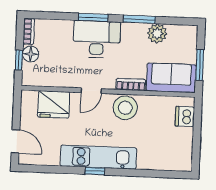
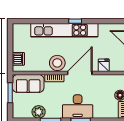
door: (91, 91) -> (80, 73), width x1.87
fridge: (54, 104) -> (104, 65), width x0.53, depth x0.75
kitchen unit: (99, 157) -> (64, 30), width x1.36

